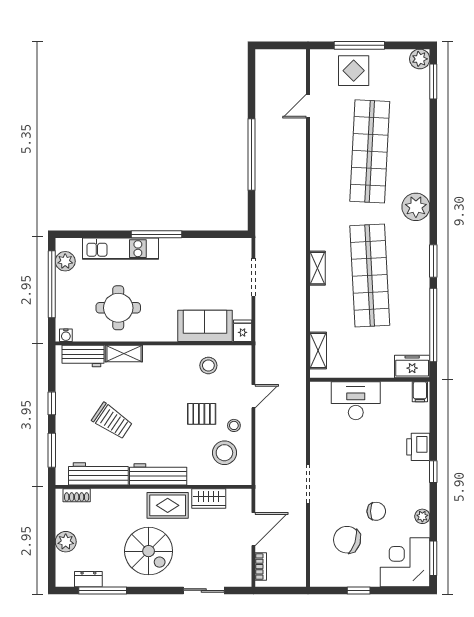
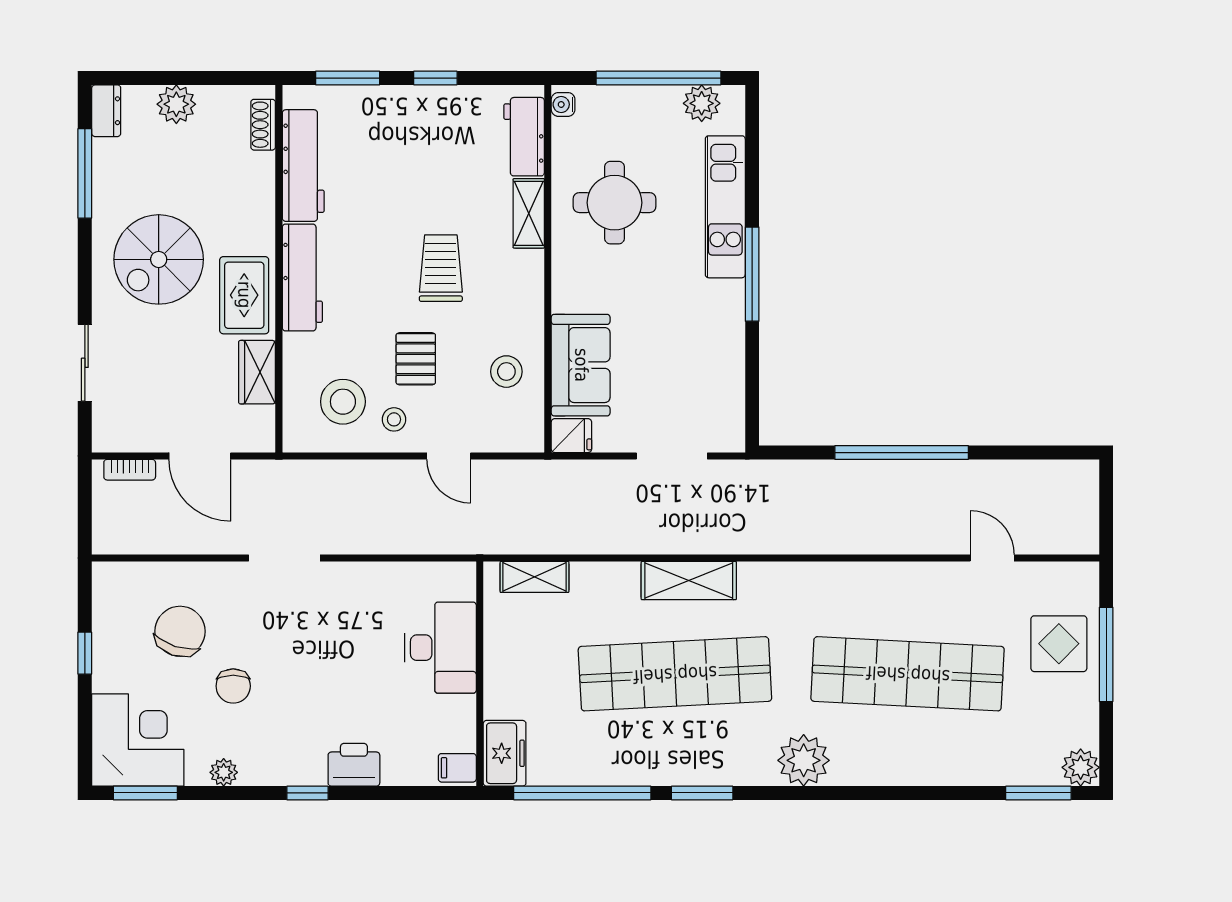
shelving: (317, 268) -> (689, 581), width x1.50, depth x1.33
trolley: (112, 421) -> (441, 268), moved, turned 146
dresser: (88, 579) -> (106, 111), moved

